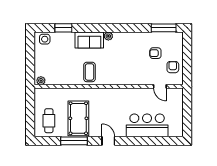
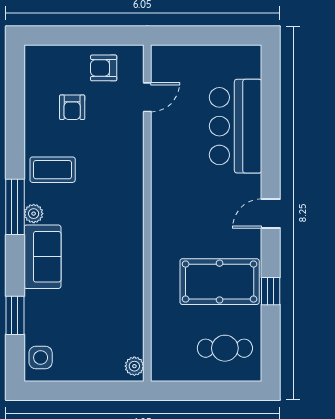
window: (164, 28) -> (15, 207), moved
coffee table: (90, 72) -> (53, 170), moved
window: (74, 141) -> (271, 291), width x0.46

